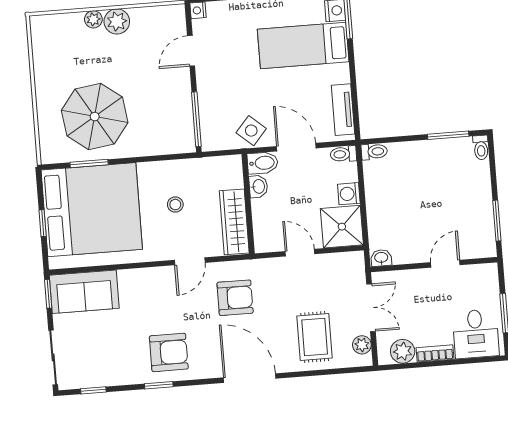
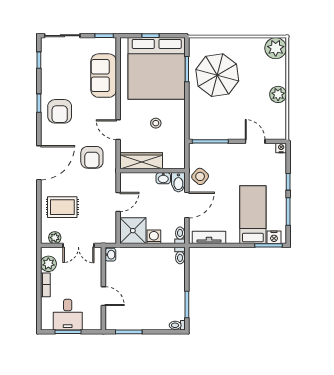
plant: (93, 19) -> (276, 48), moved, width x1.87, depth x1.87
sofa: (84, 292) -> (104, 76), moved
desk: (476, 334) -> (68, 315), moved, turned -90

